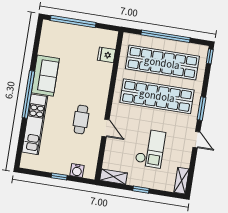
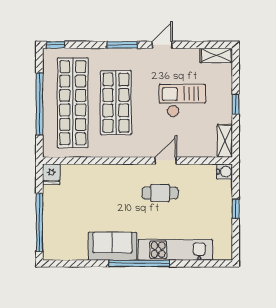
fridge: (106, 55) -> (51, 174), moved
shop shelf: (157, 96) -> (116, 103), width x0.71
water cooler: (77, 171) -> (225, 172), moved

